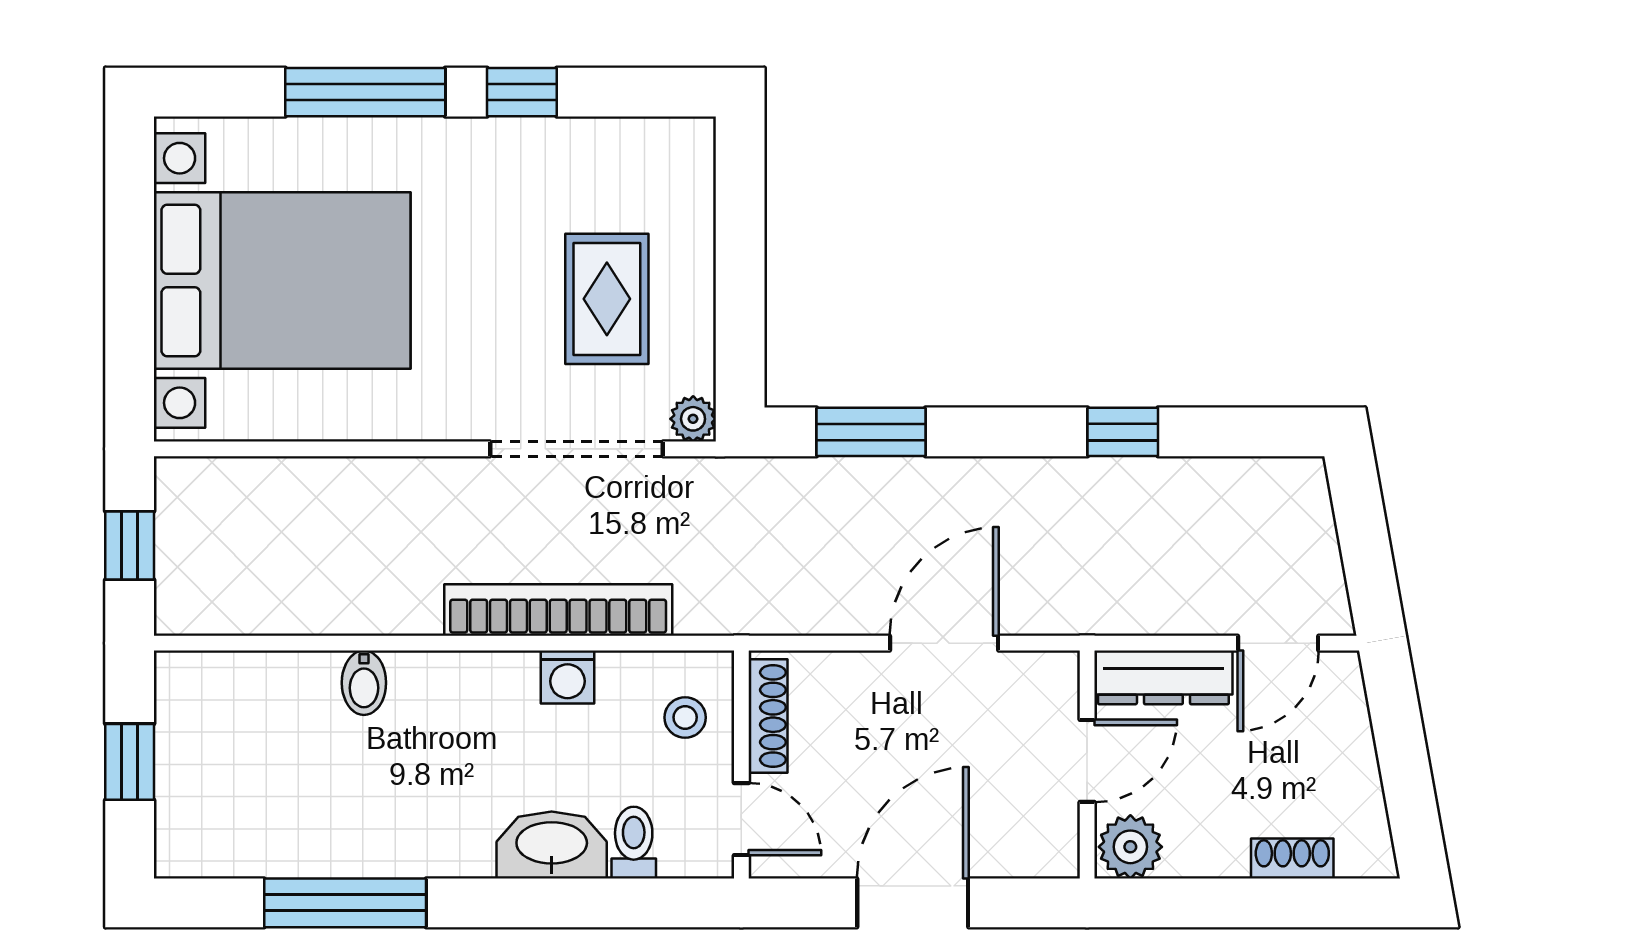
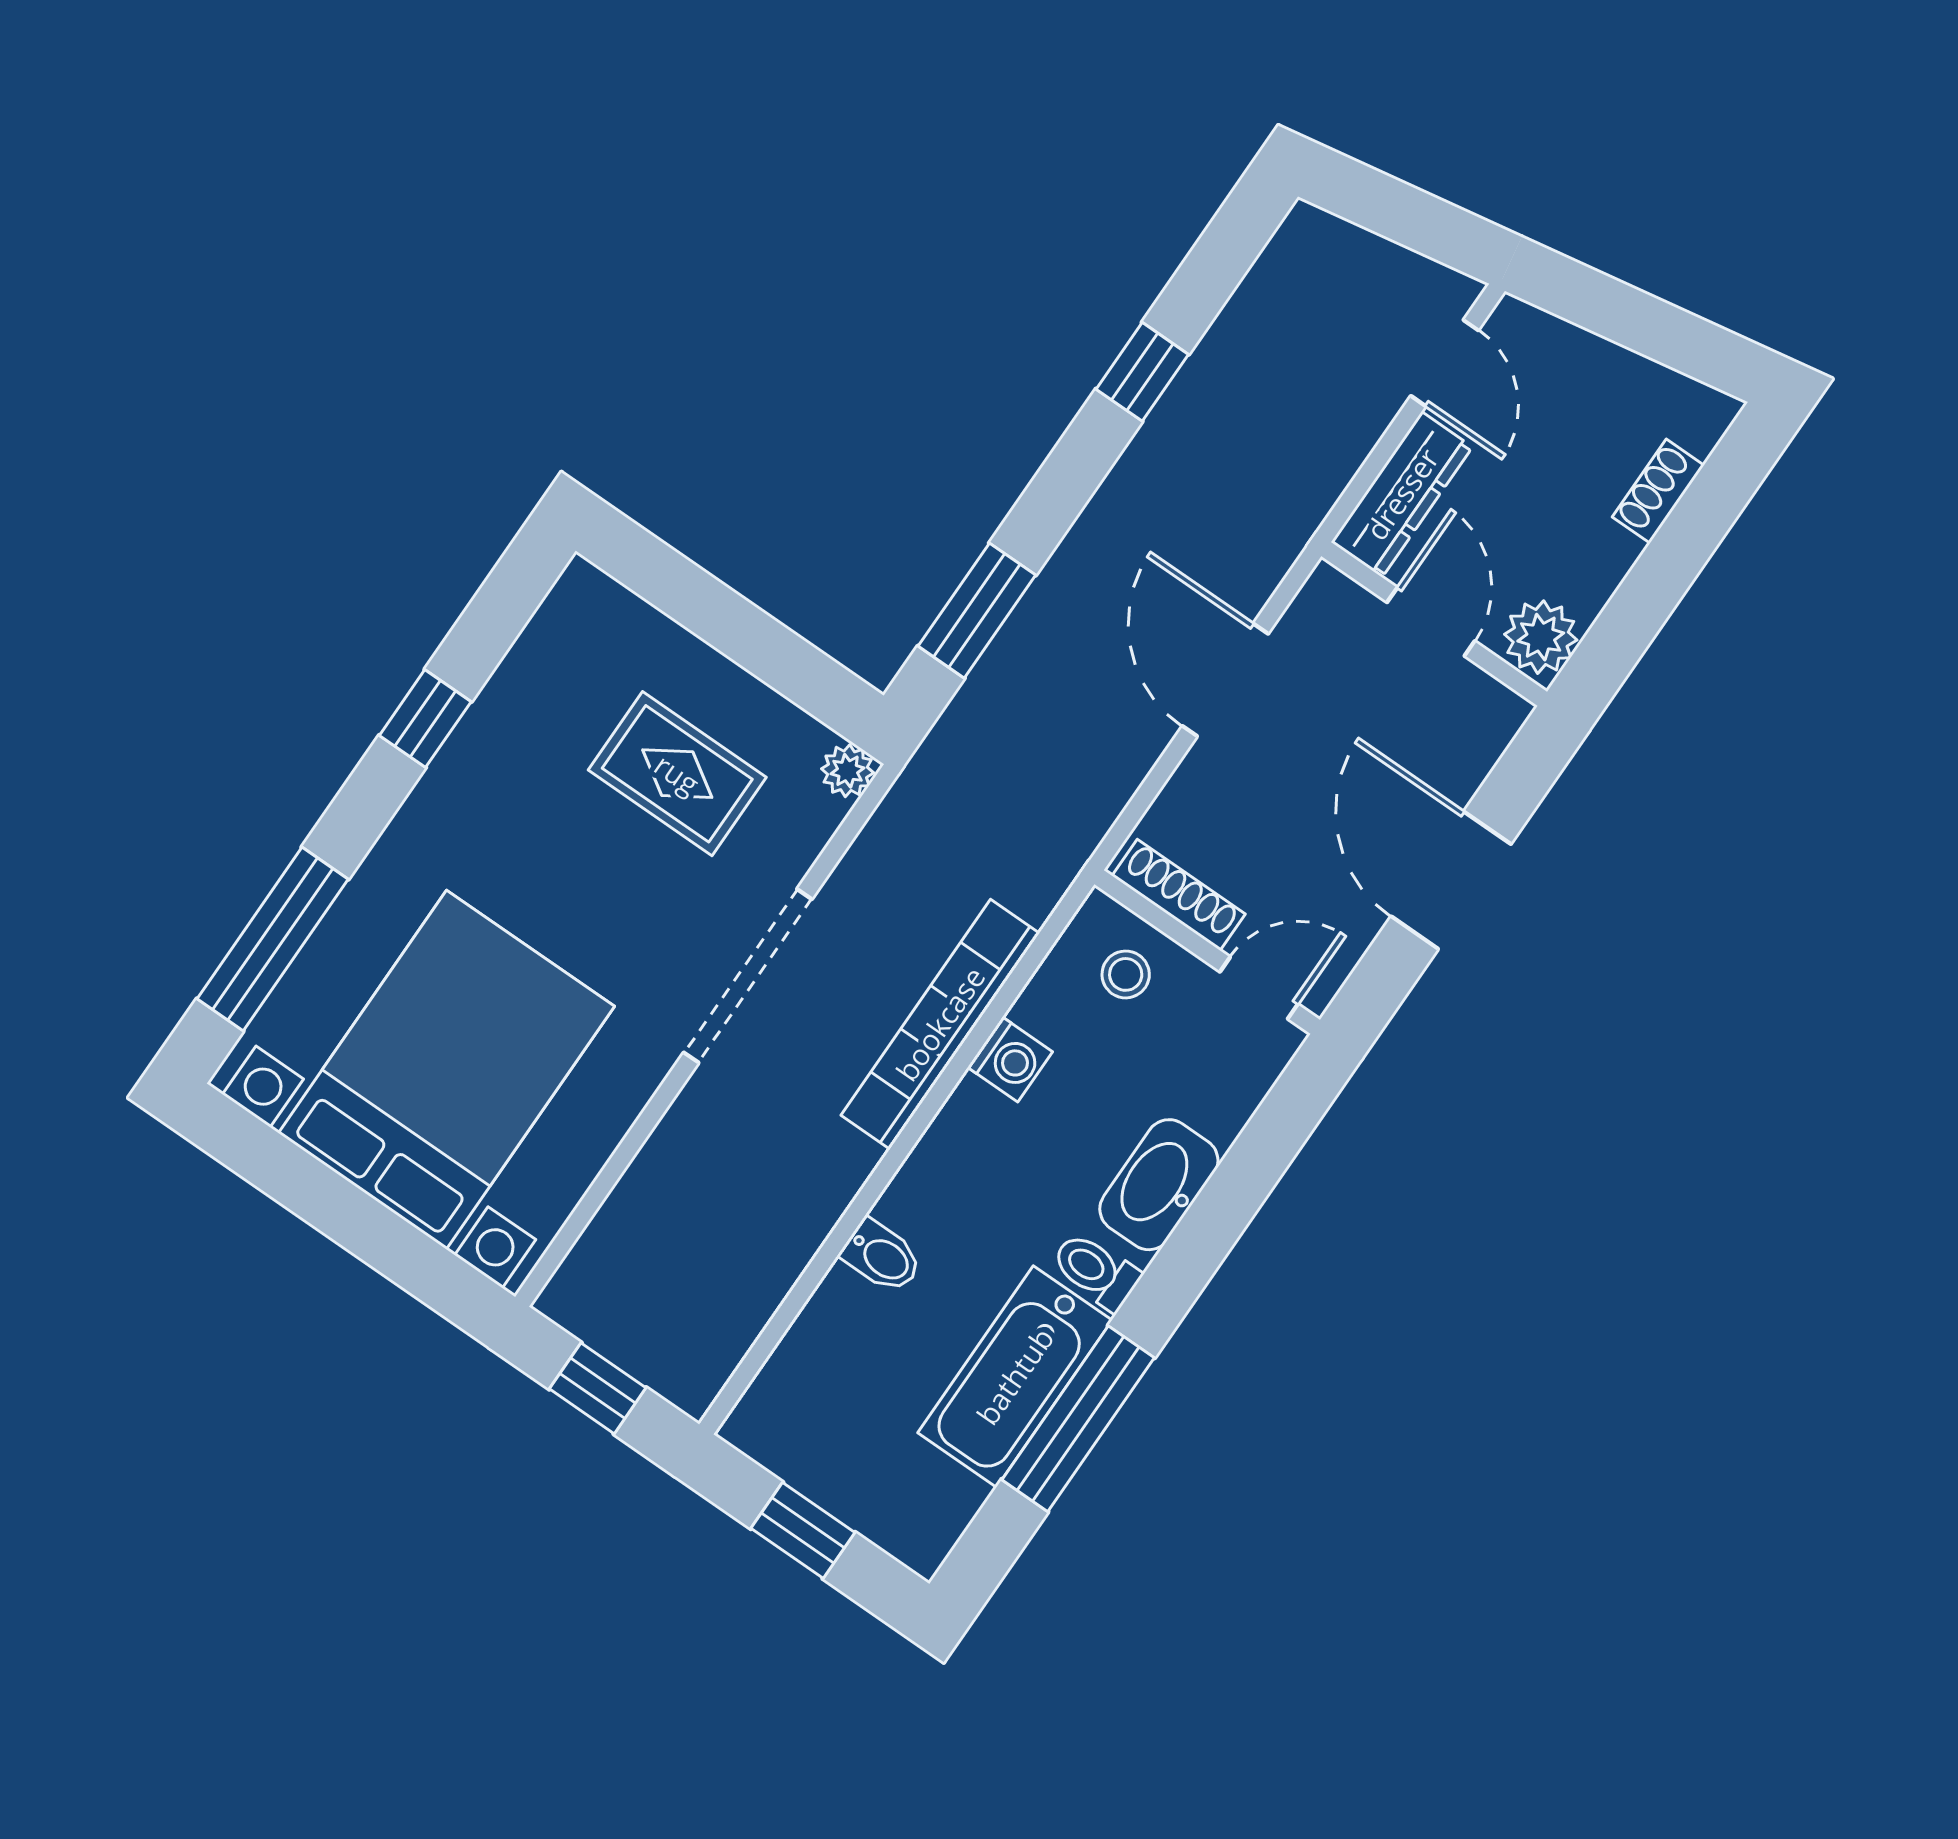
window: (365, 92) -> (273, 939), moved
doorway: (577, 449) -> (748, 976), moved
bathtub: (344, 837) -> (1015, 1376), added
toilet: (634, 843) -> (1096, 1271), moved

